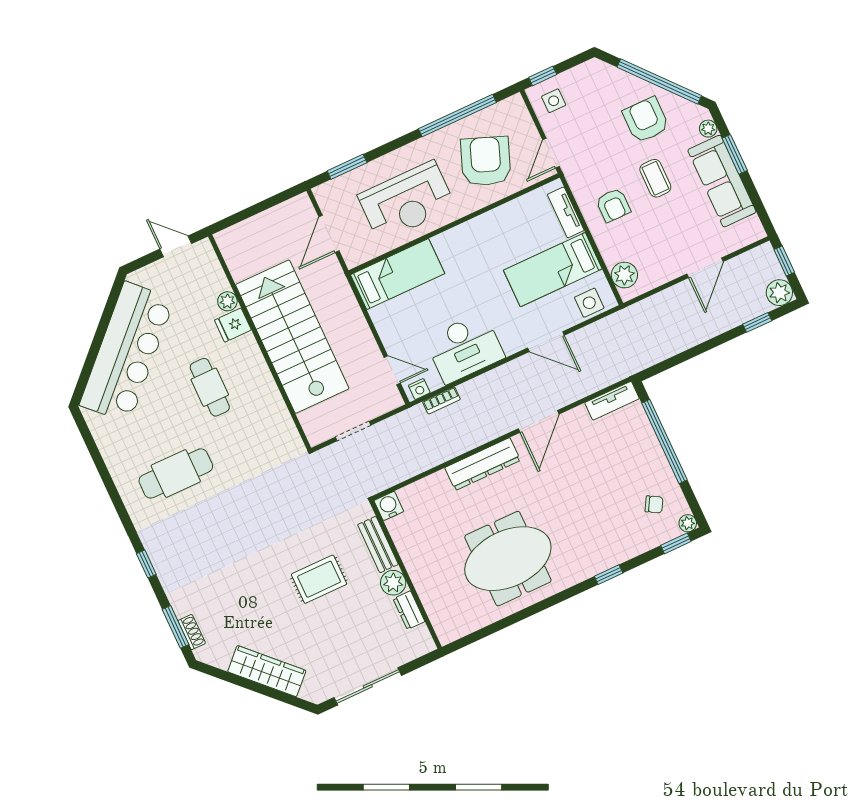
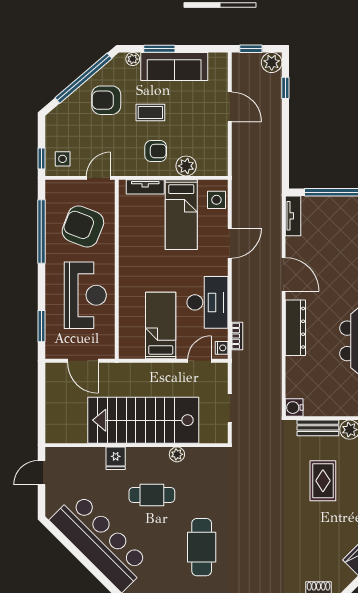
door: (551, 153) -> (99, 178), swing flipped
bed: (398, 274) -> (161, 326), moved
plant: (624, 275) -> (186, 166), moved
plant: (227, 301) -> (177, 454), moved

